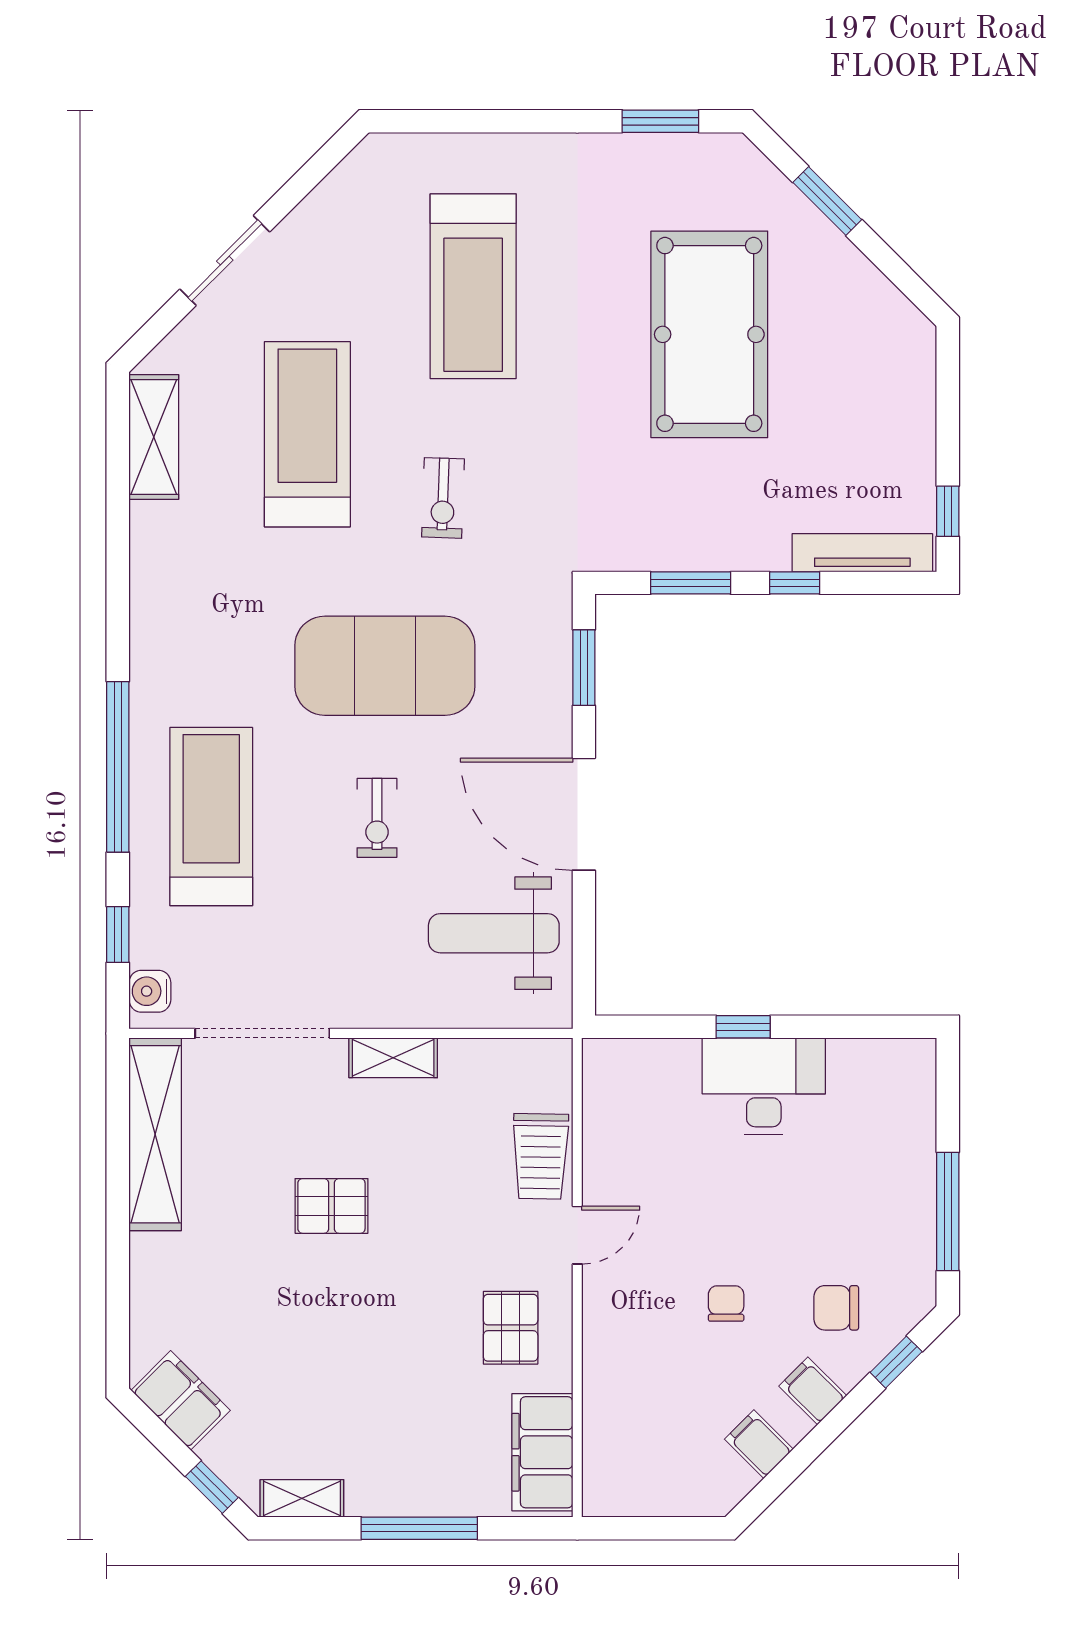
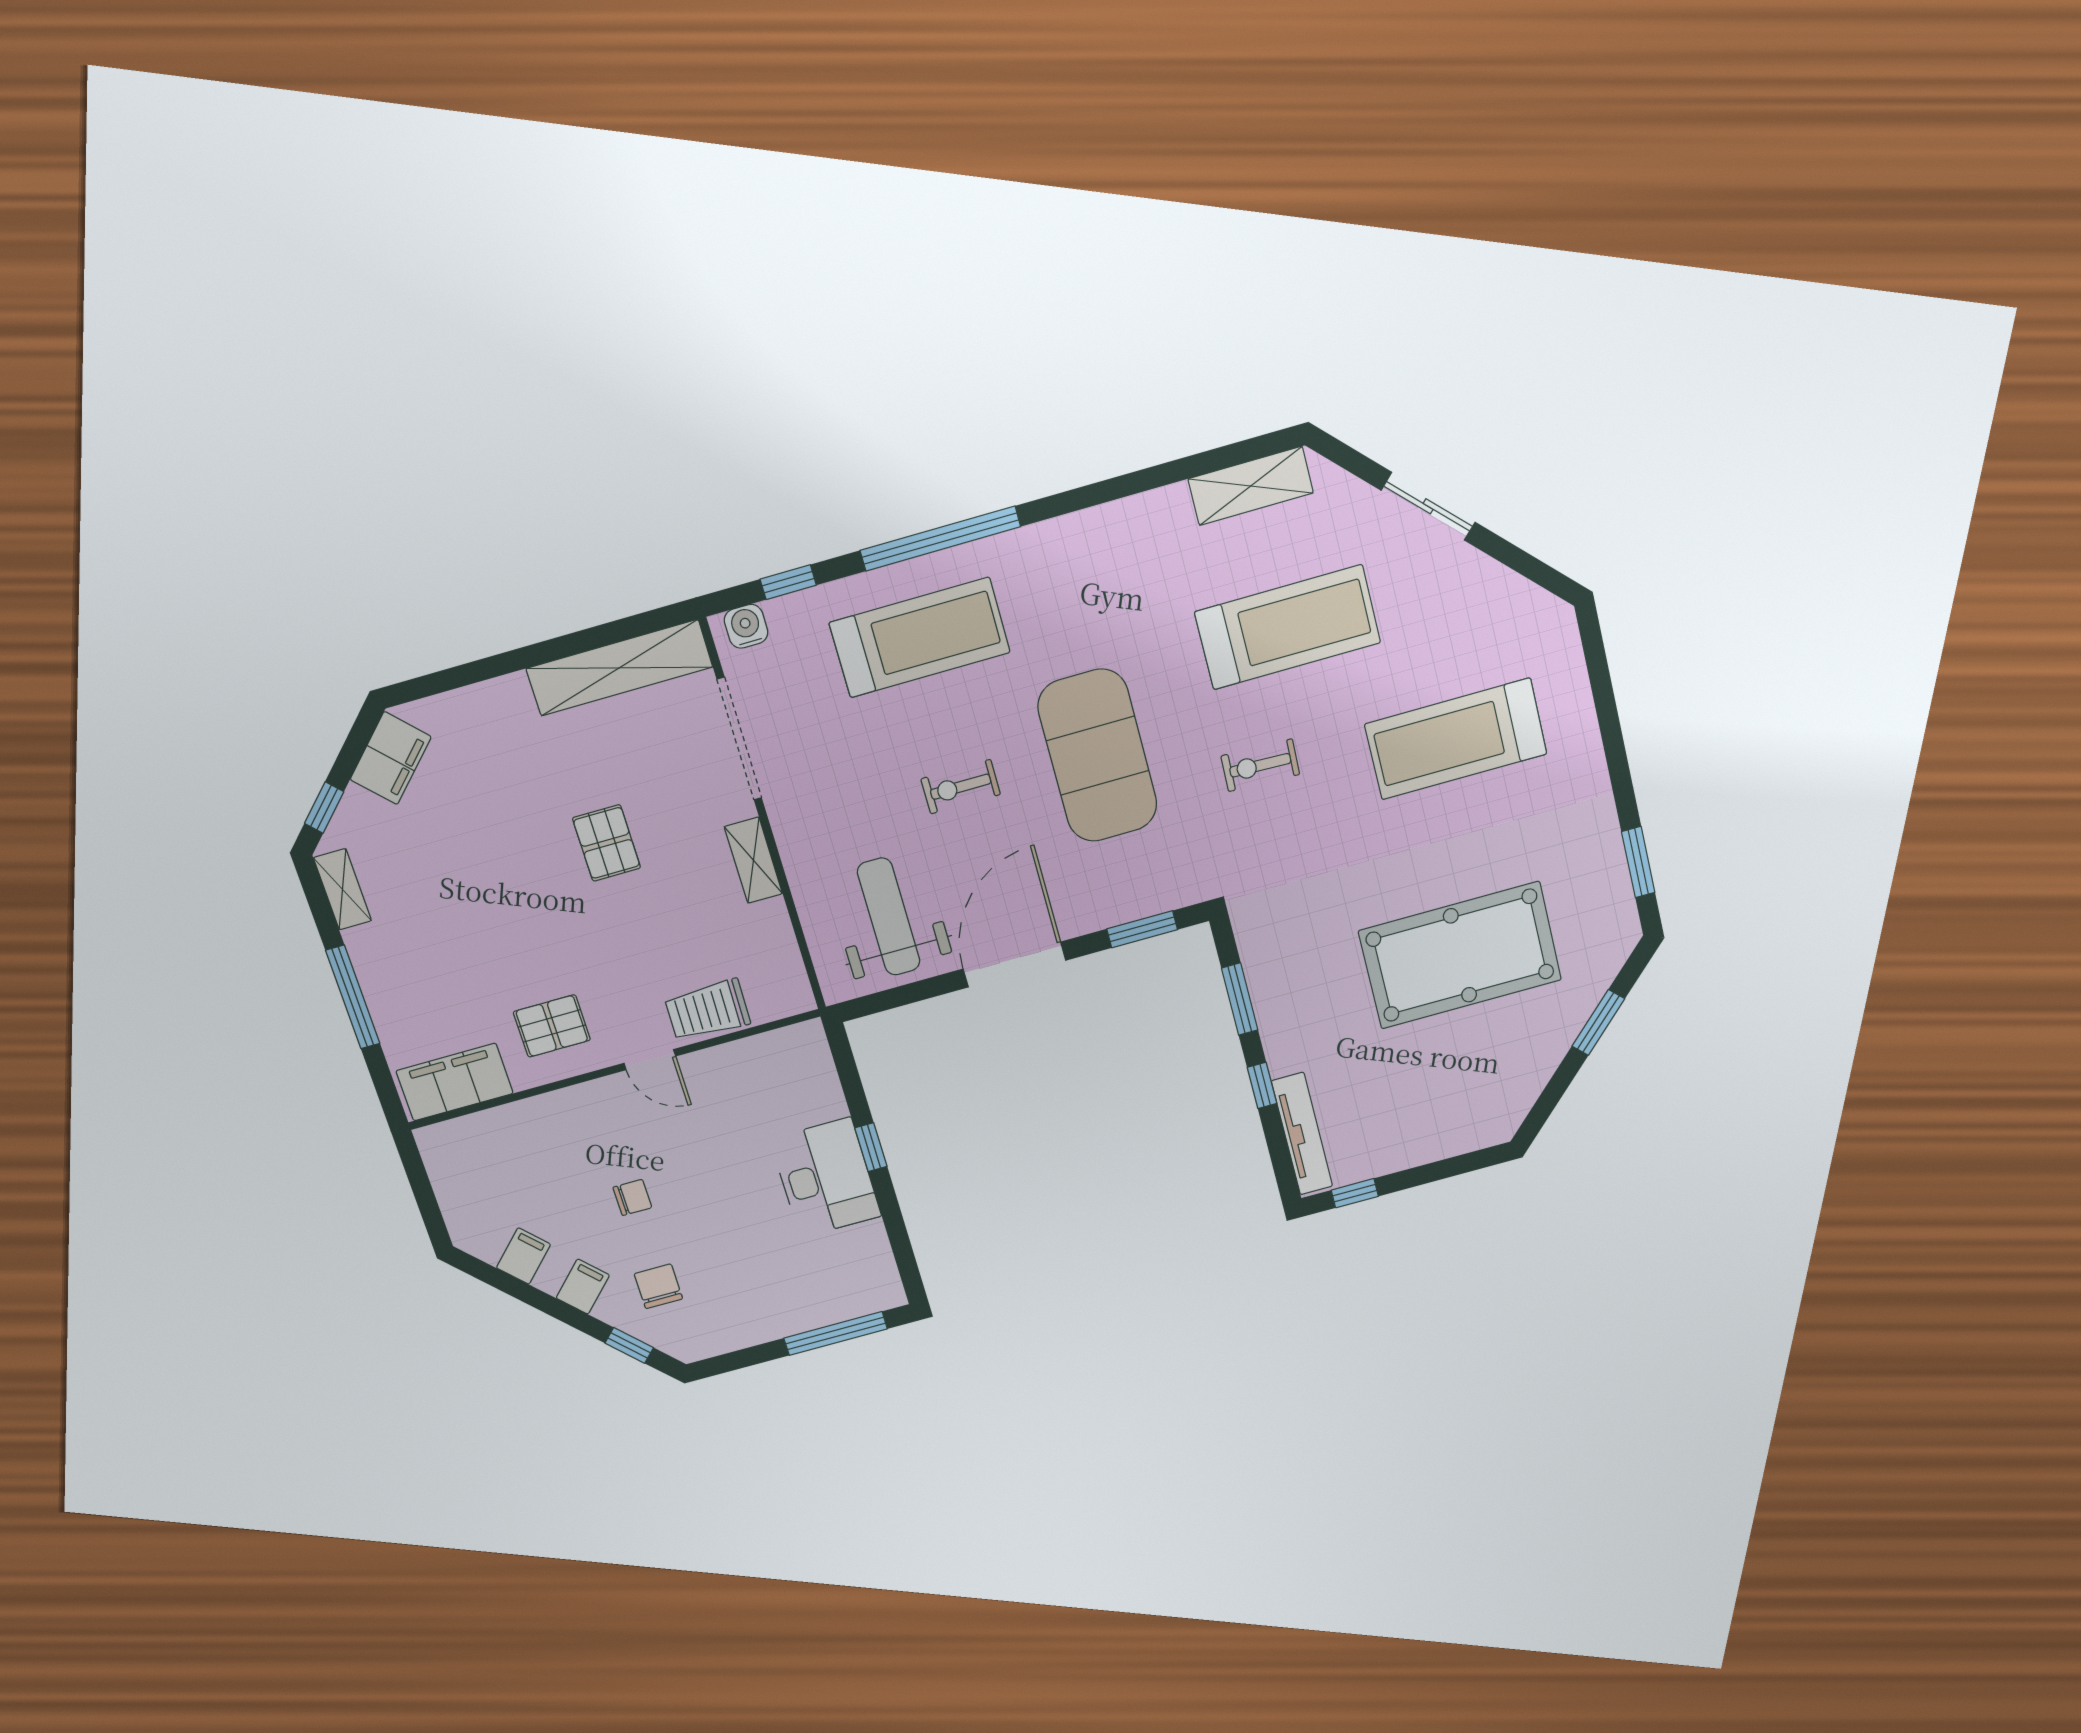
window: (948, 1211) -> (836, 1333), moved

